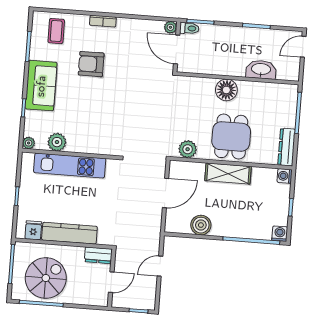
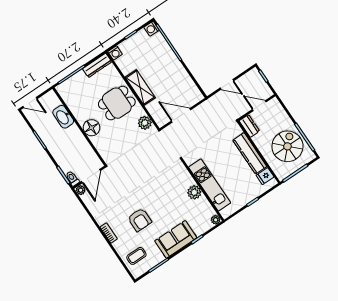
plant: (57, 142) -> (194, 192), moved
boiler: (201, 225) -> (183, 79), removed
spiral stairs: (46, 278) -> (287, 146), turned 90

